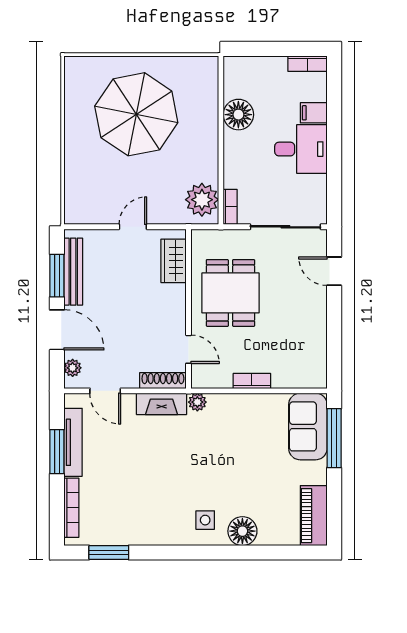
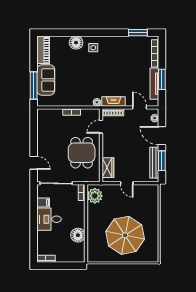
filing cabinet: (314, 113) -> (43, 202), moved
door: (133, 227) -> (127, 183), hinge flipped
door: (189, 349) -> (101, 127), hinge flipped
sofa: (308, 426) -> (46, 80), moved

